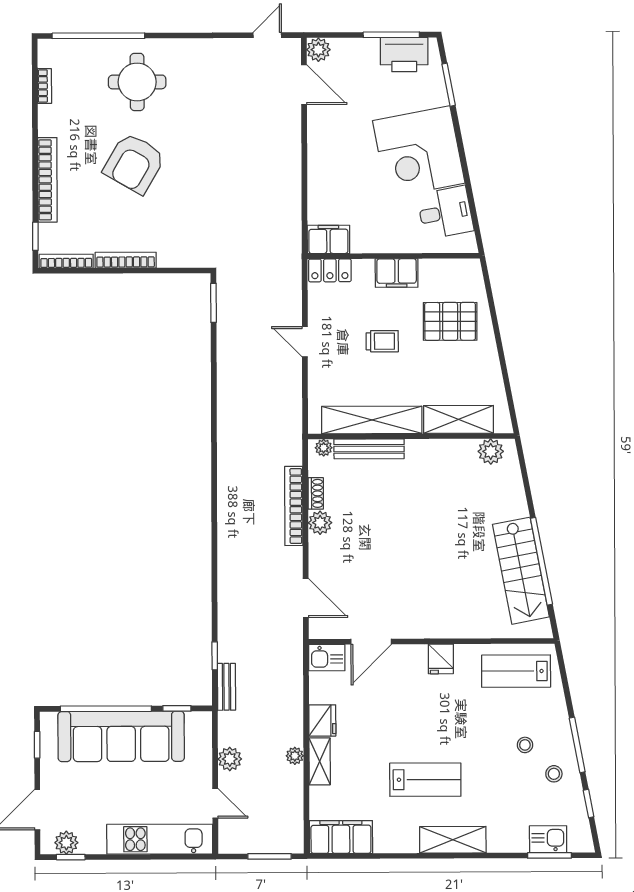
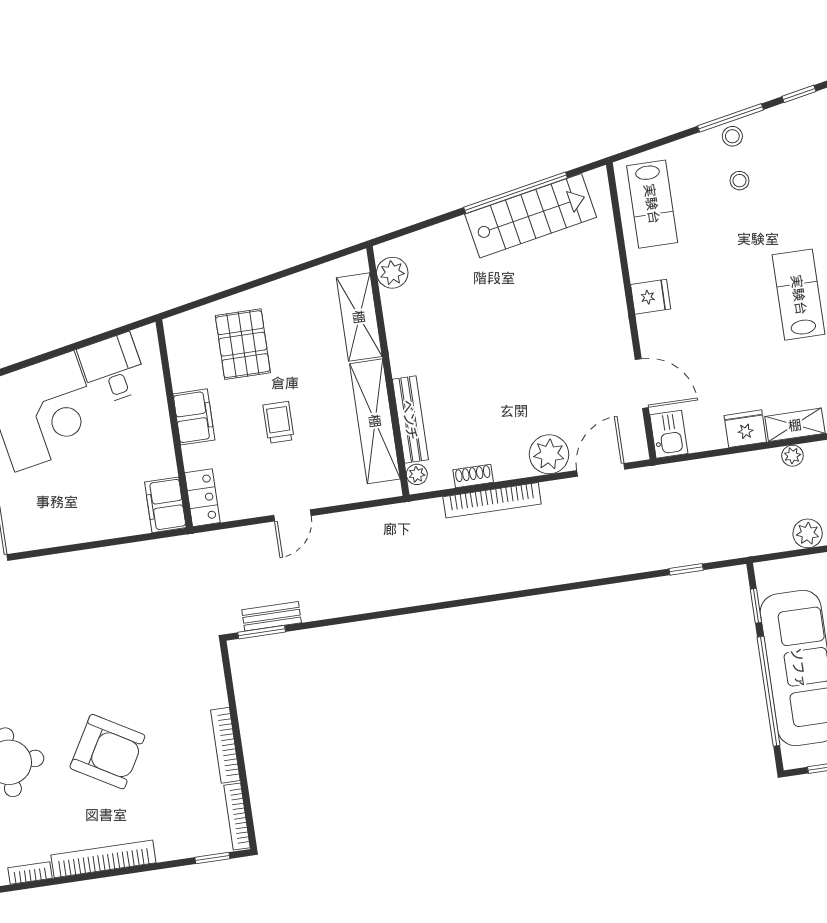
bookcase: (47, 180) -> (103, 859), moved
plant: (320, 523) -> (549, 454), moved, width x1.36, depth x1.36
bench: (226, 687) -> (272, 616), moved
stool: (554, 774) -> (732, 136), moved

